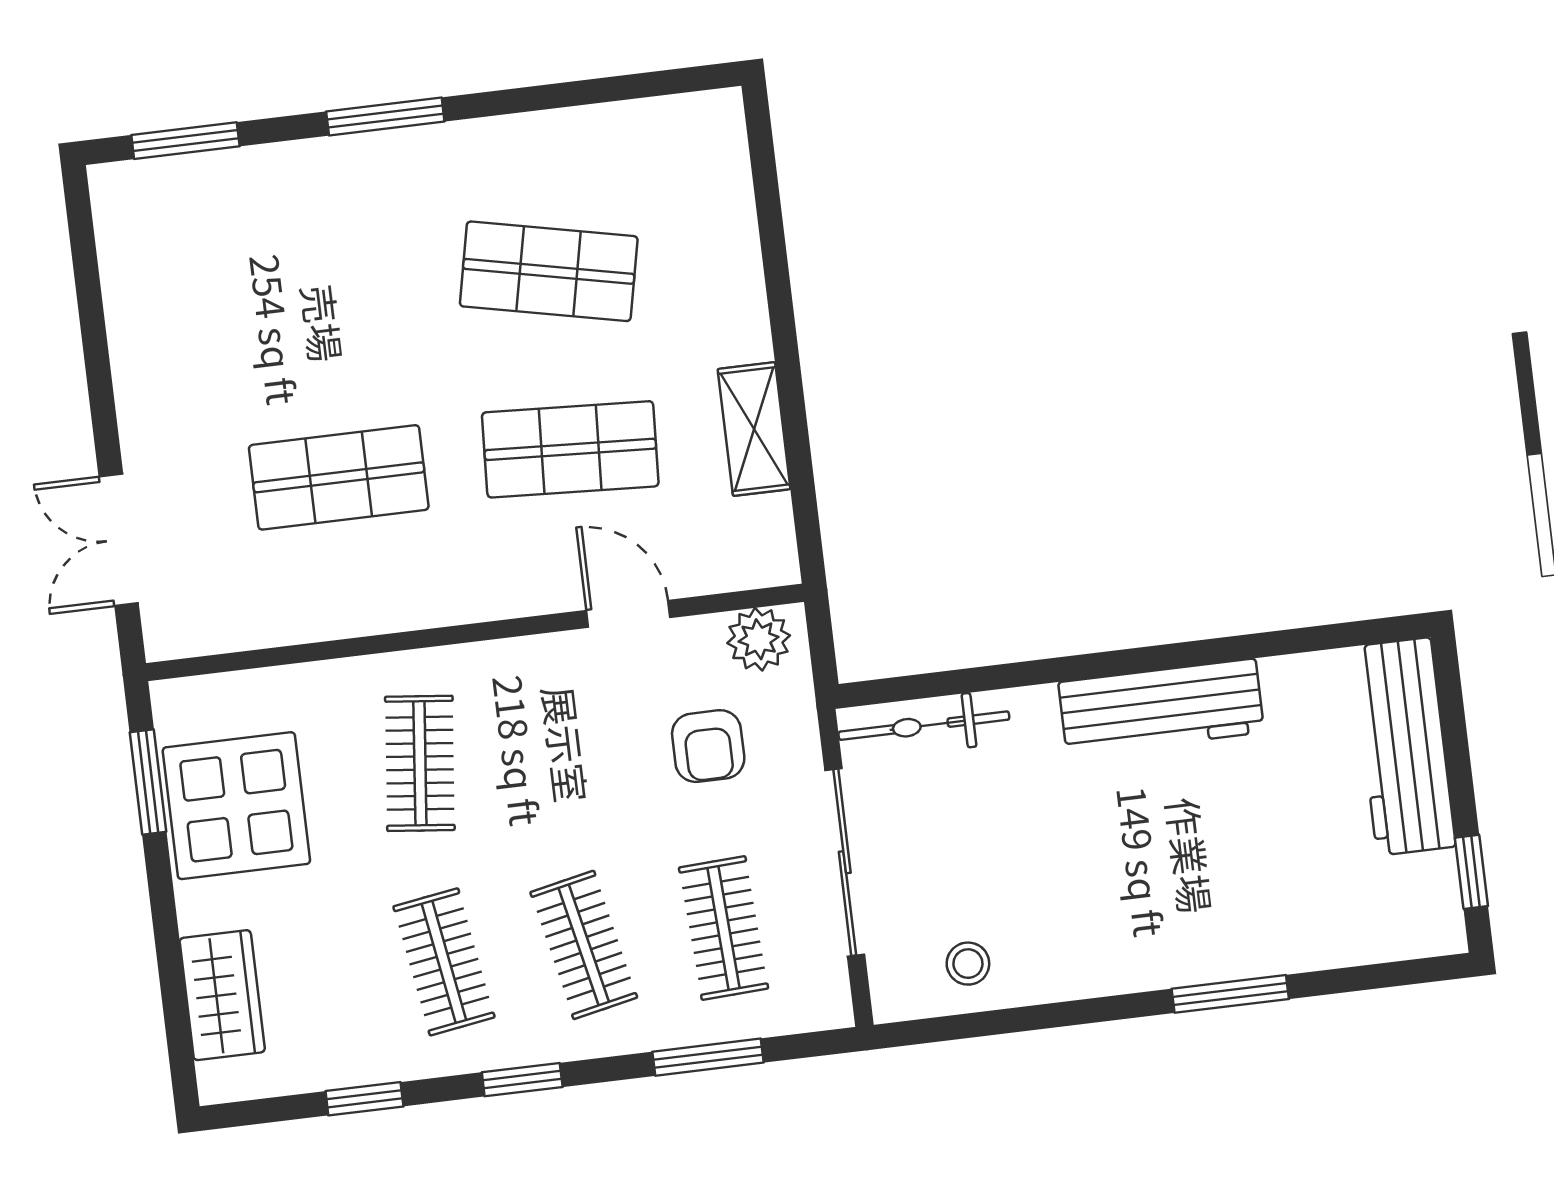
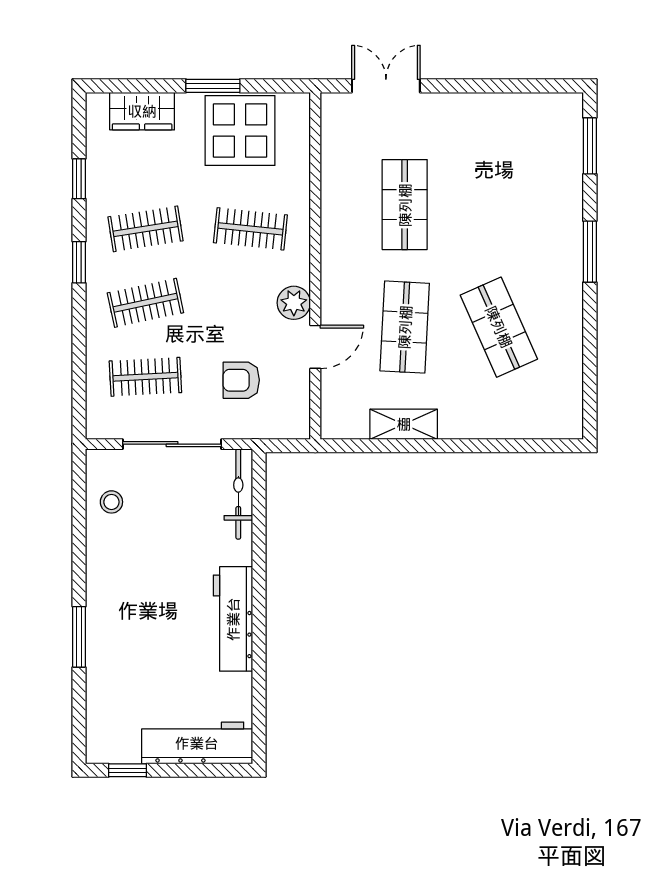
shop shelf: (549, 271) -> (499, 327), turned -36
plant: (759, 639) -> (294, 303), moved
window: (148, 782) -> (213, 86), moved
window: (708, 1057) -> (79, 360), removed

